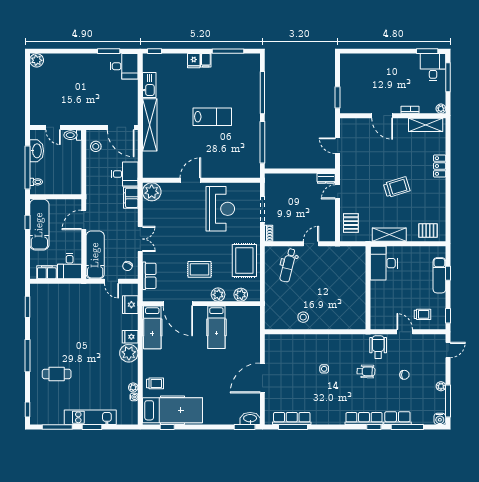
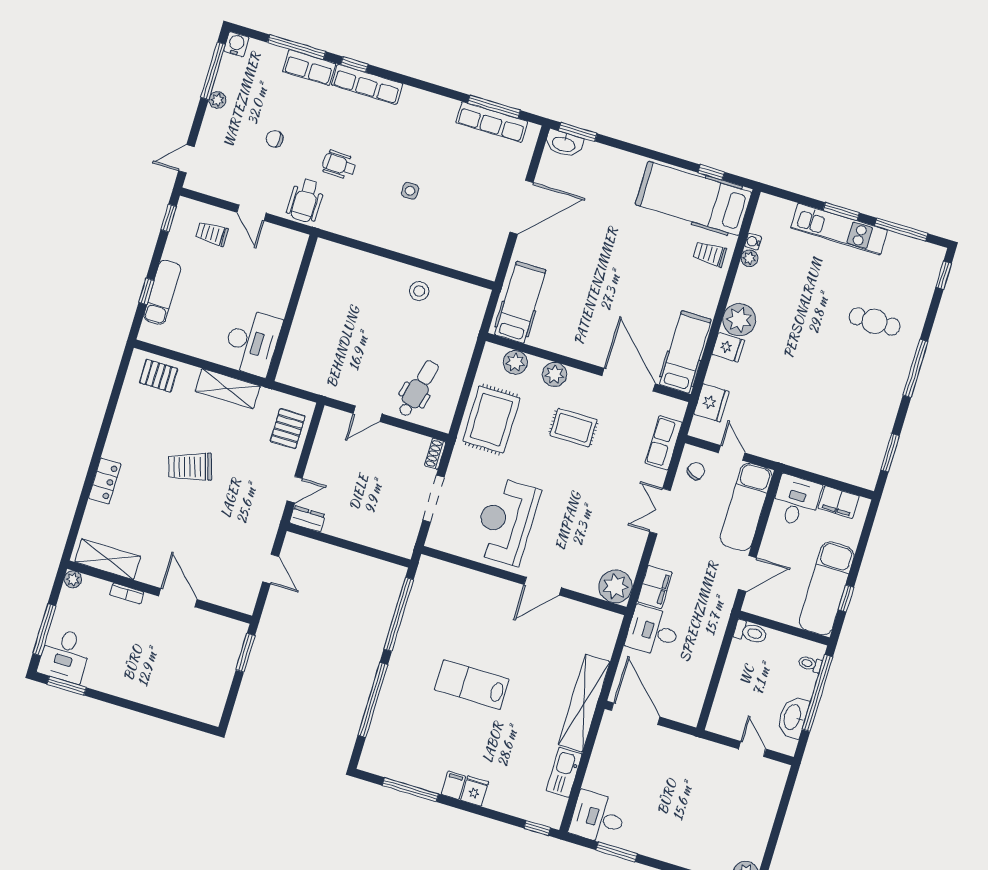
toilet: (73, 135) -> (750, 632), moved
stool: (96, 146) -> (688, 694), removed
hospital bed: (216, 327) -> (520, 302), moved

